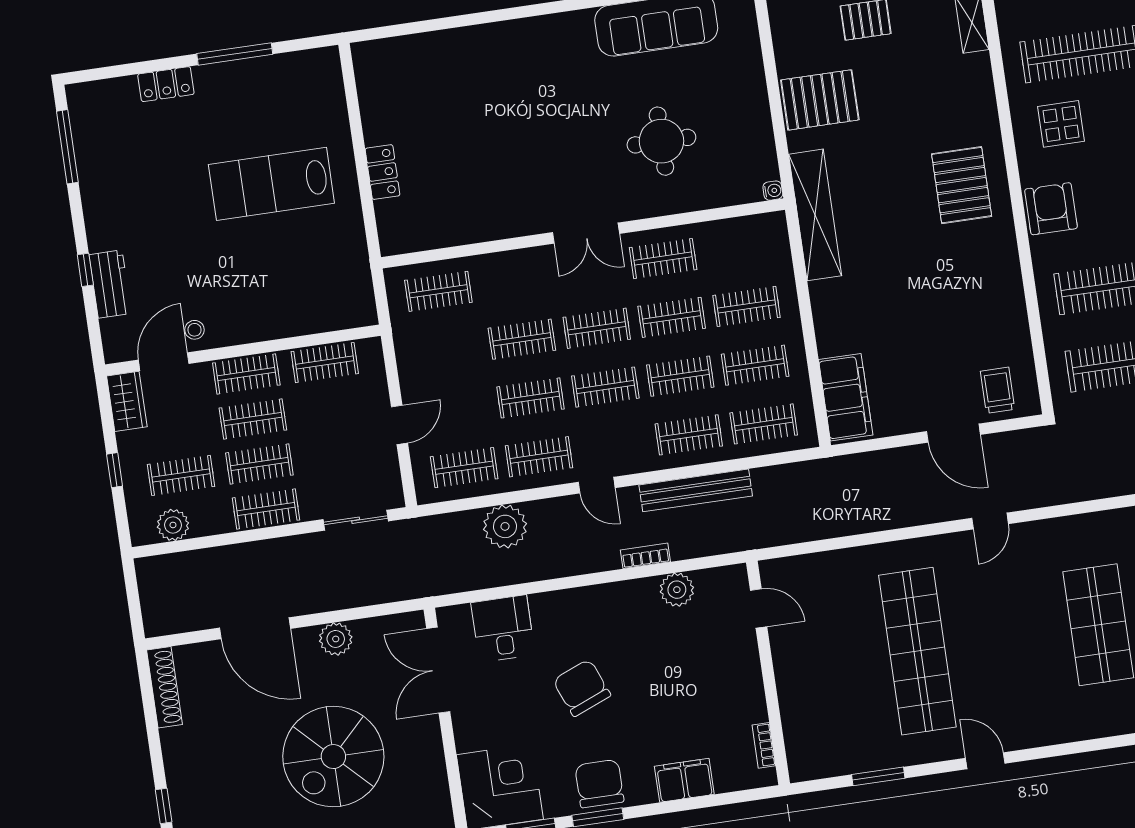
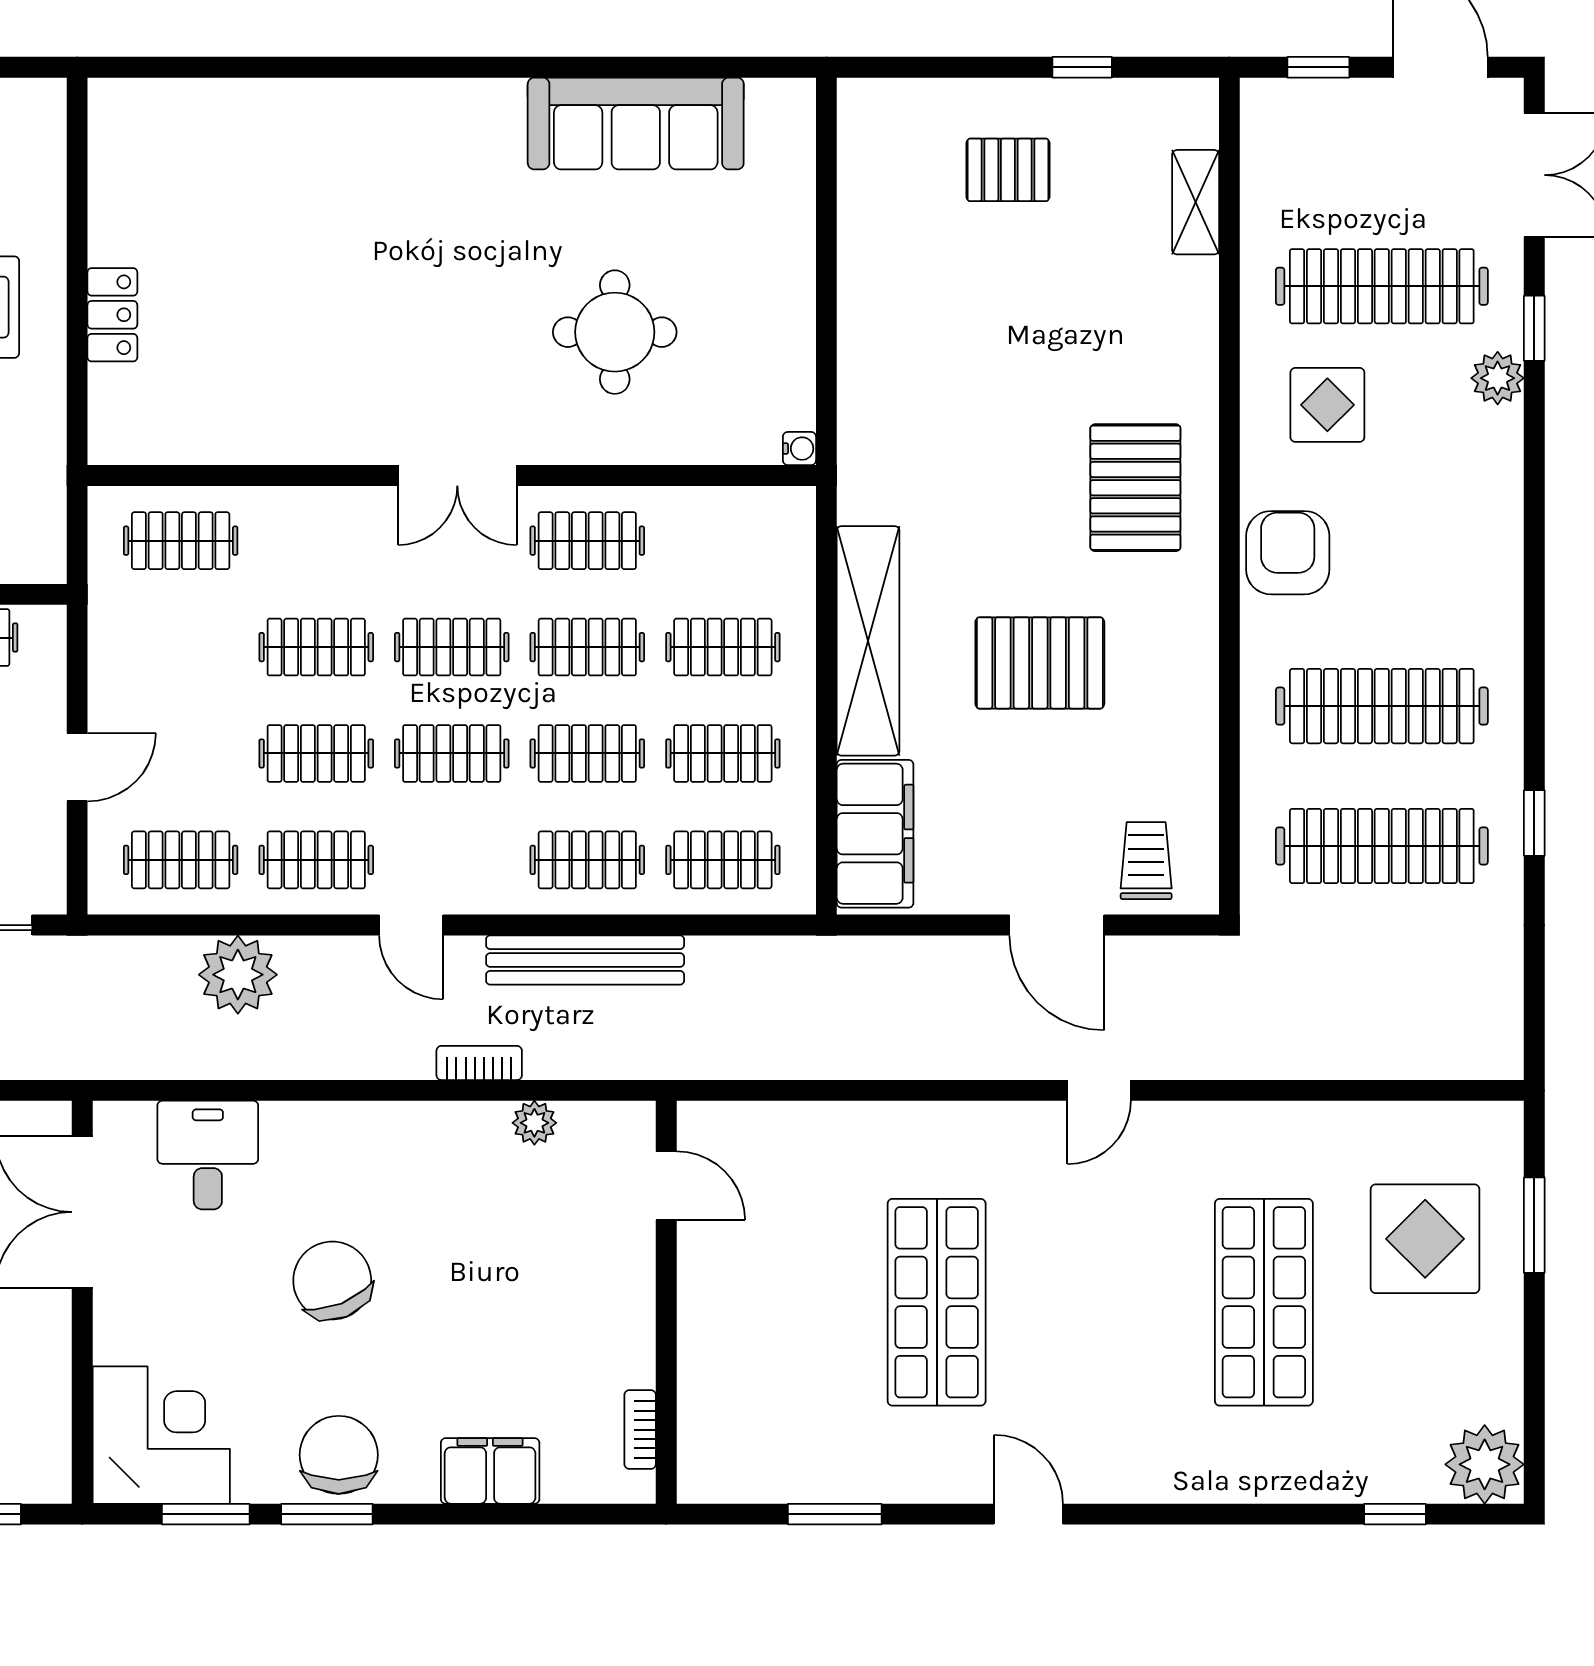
pallet: (820, 100) -> (1040, 663), moved
shelving: (815, 215) -> (868, 641), moved
plant: (677, 590) -> (534, 1123), width x0.73, depth x0.73
shop shelf: (917, 651) -> (937, 1302), width x0.71

